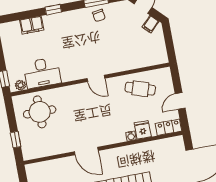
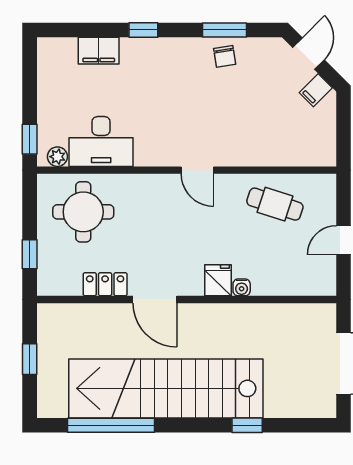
locker: (169, 127) -> (105, 284), moved
fridge: (143, 130) -> (218, 280), moved

